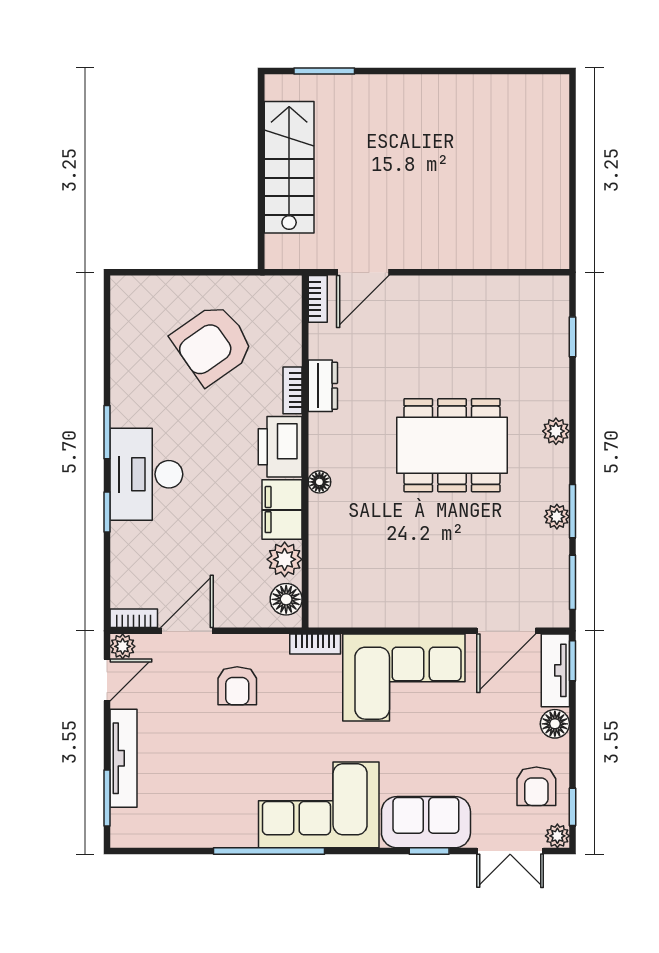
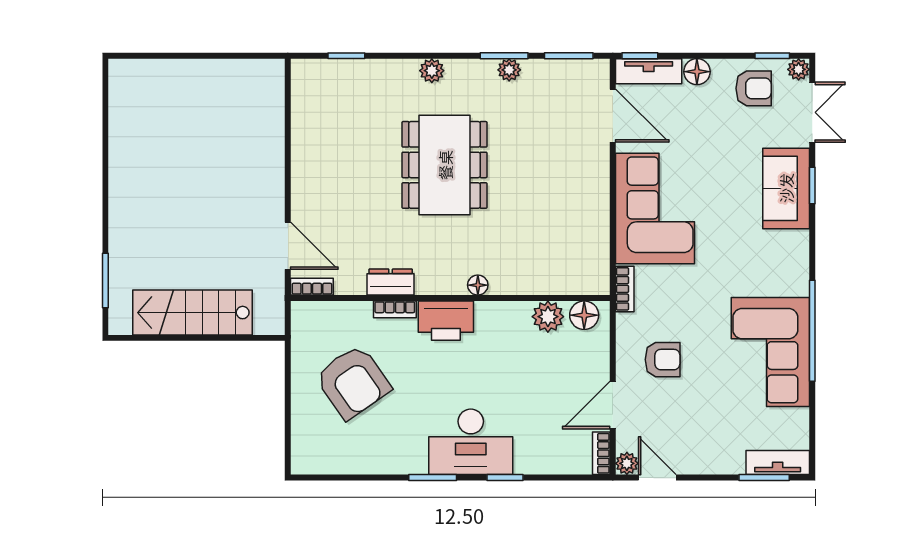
filing cabinet: (282, 510) -> (503, 319), removed
door: (187, 631) -> (613, 405), hinge flipped
tv unit: (124, 758) -> (778, 463), moved, width x0.71
corner sofa: (319, 805) -> (770, 352), moved

